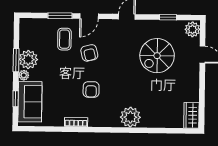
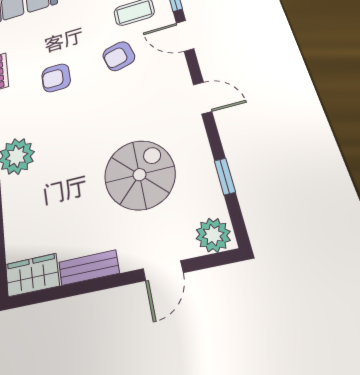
spiral stairs: (157, 56) -> (139, 175), turned 90
bench: (194, 88) -> (89, 268), added

